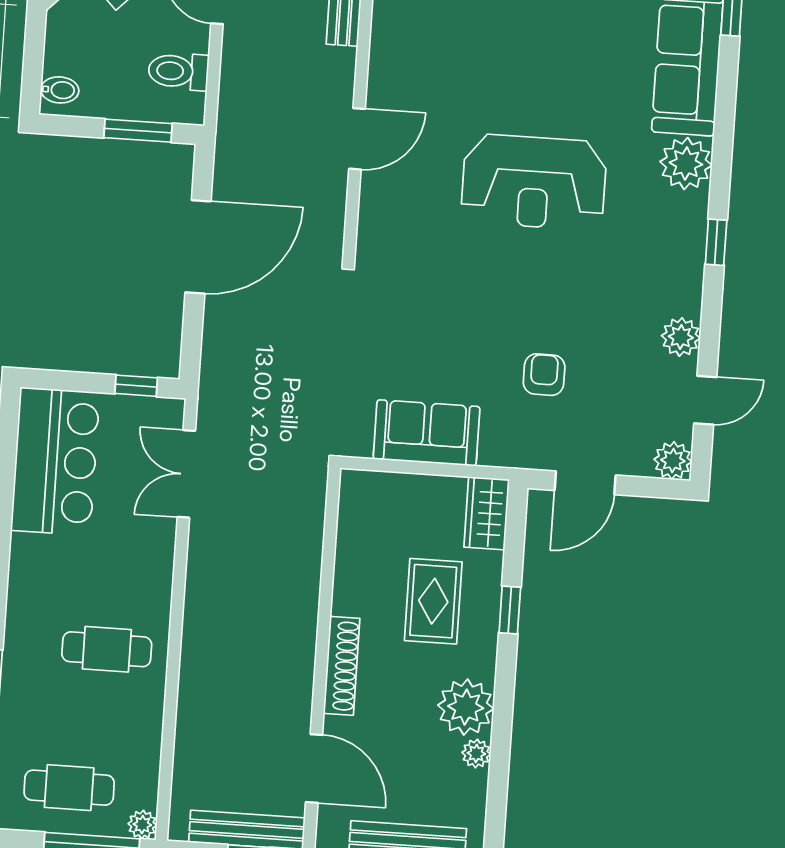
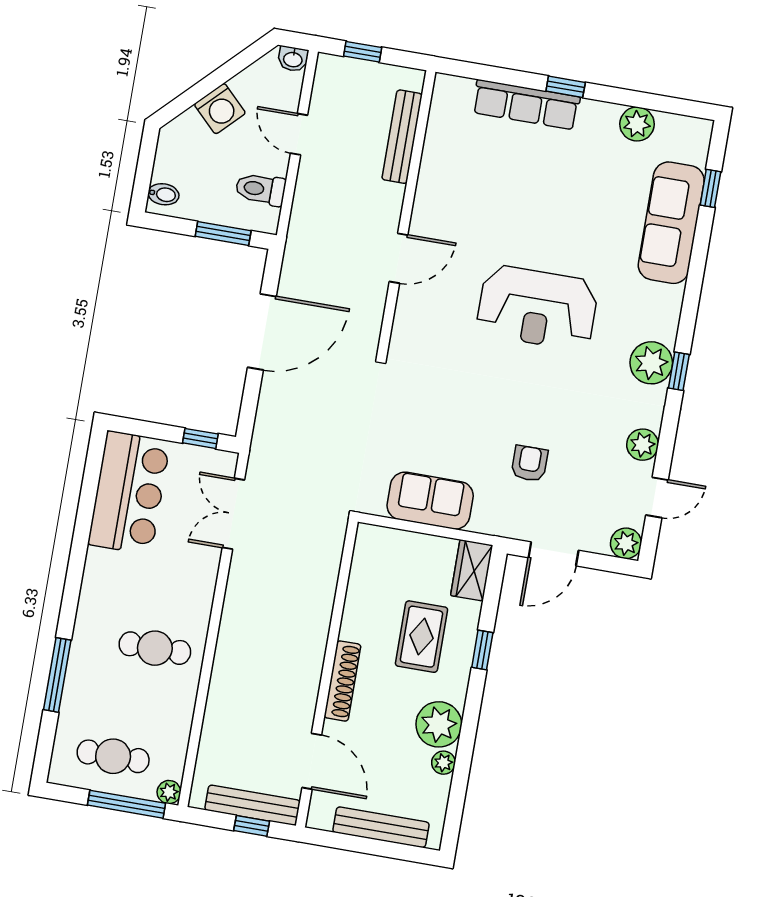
plant: (686, 164) -> (651, 363), moved

